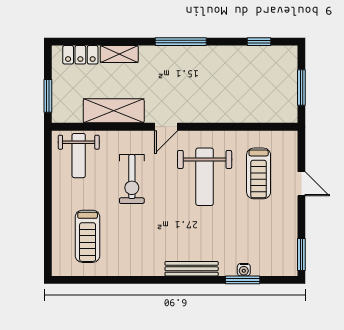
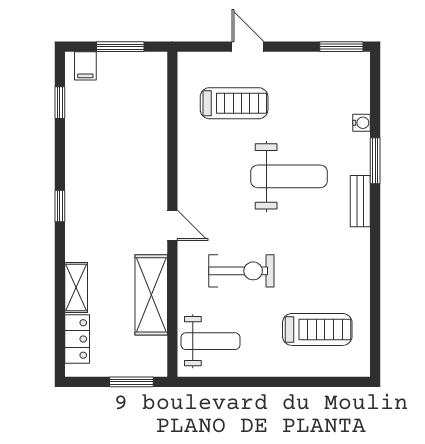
window: (181, 42) -> (60, 206), width x0.46
filing cabinet: (287, 61) -> (85, 66), added
weight bench: (205, 177) -> (289, 176), moved
door: (301, 184) -> (248, 47), hinge flipped
bench: (192, 269) -> (360, 201), width x0.73
window: (243, 280) -> (375, 161), moved

